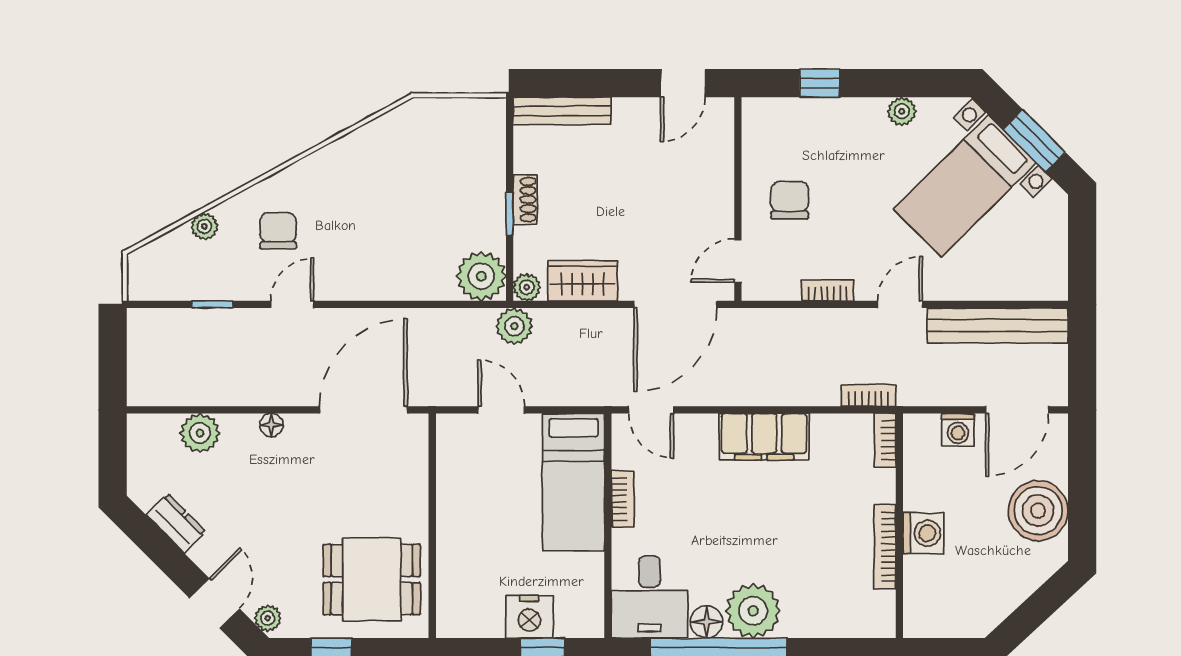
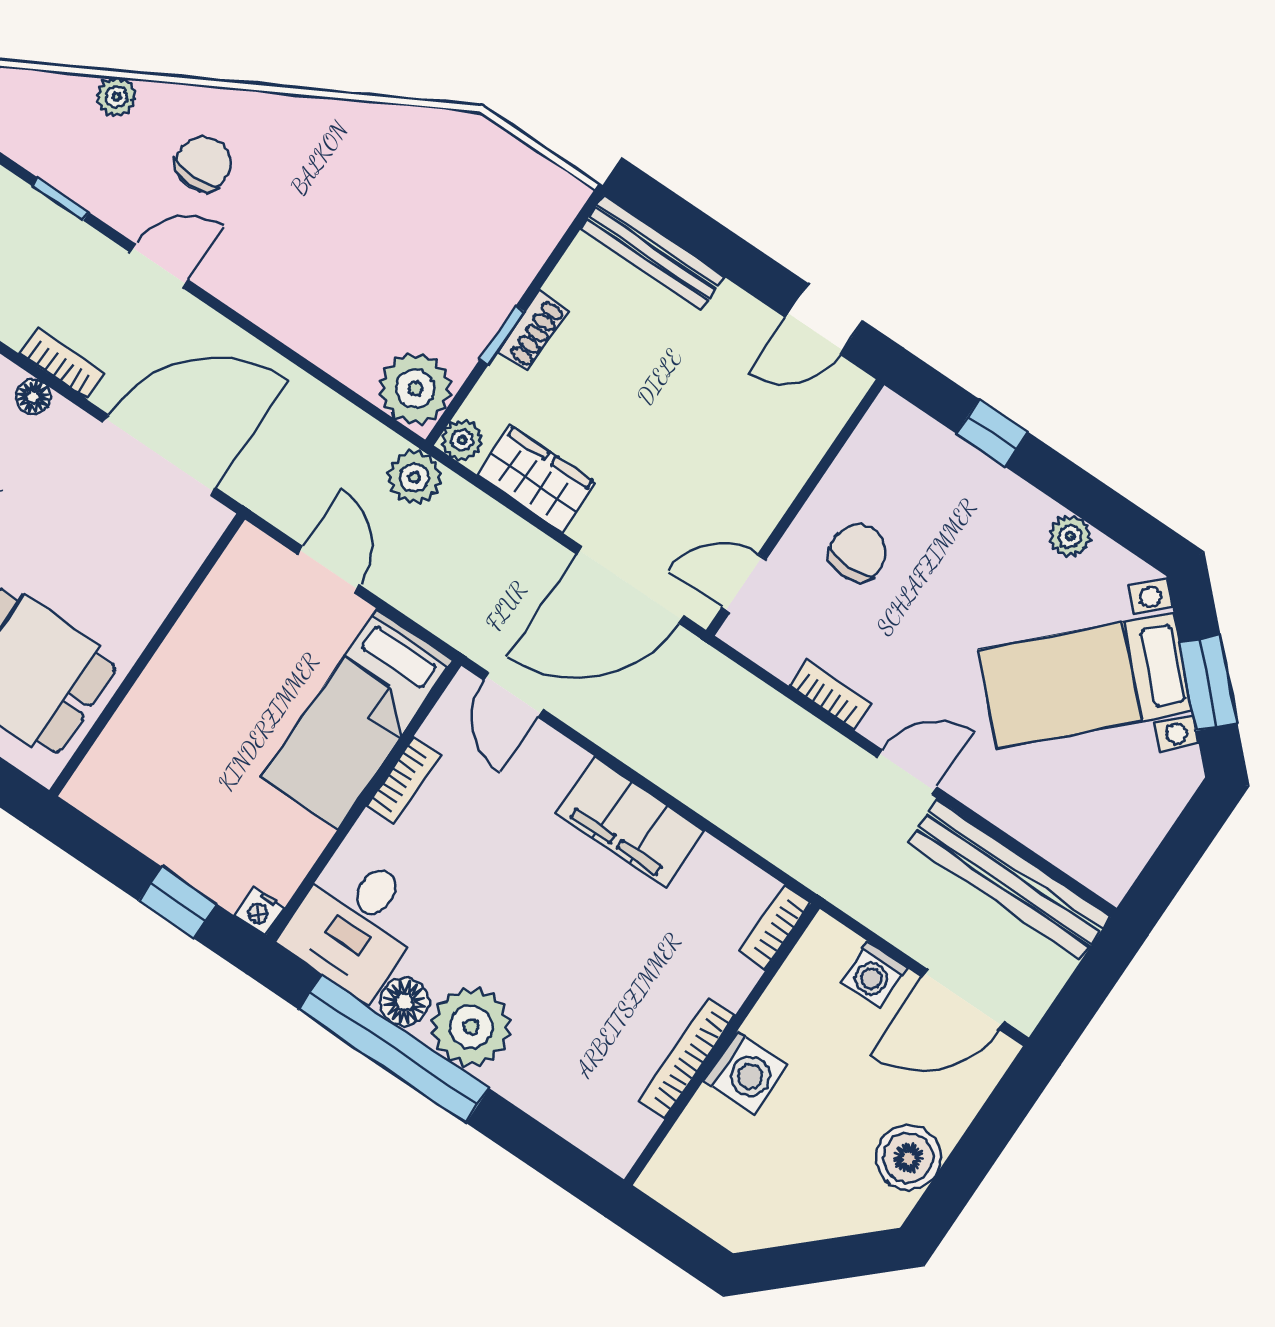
bookcase: (868, 395) -> (62, 363), moved
boiler: (1038, 511) -> (908, 1158), width x0.73, depth x0.73
nightstand: (529, 617) -> (260, 911), moved, width x0.53, depth x0.56

